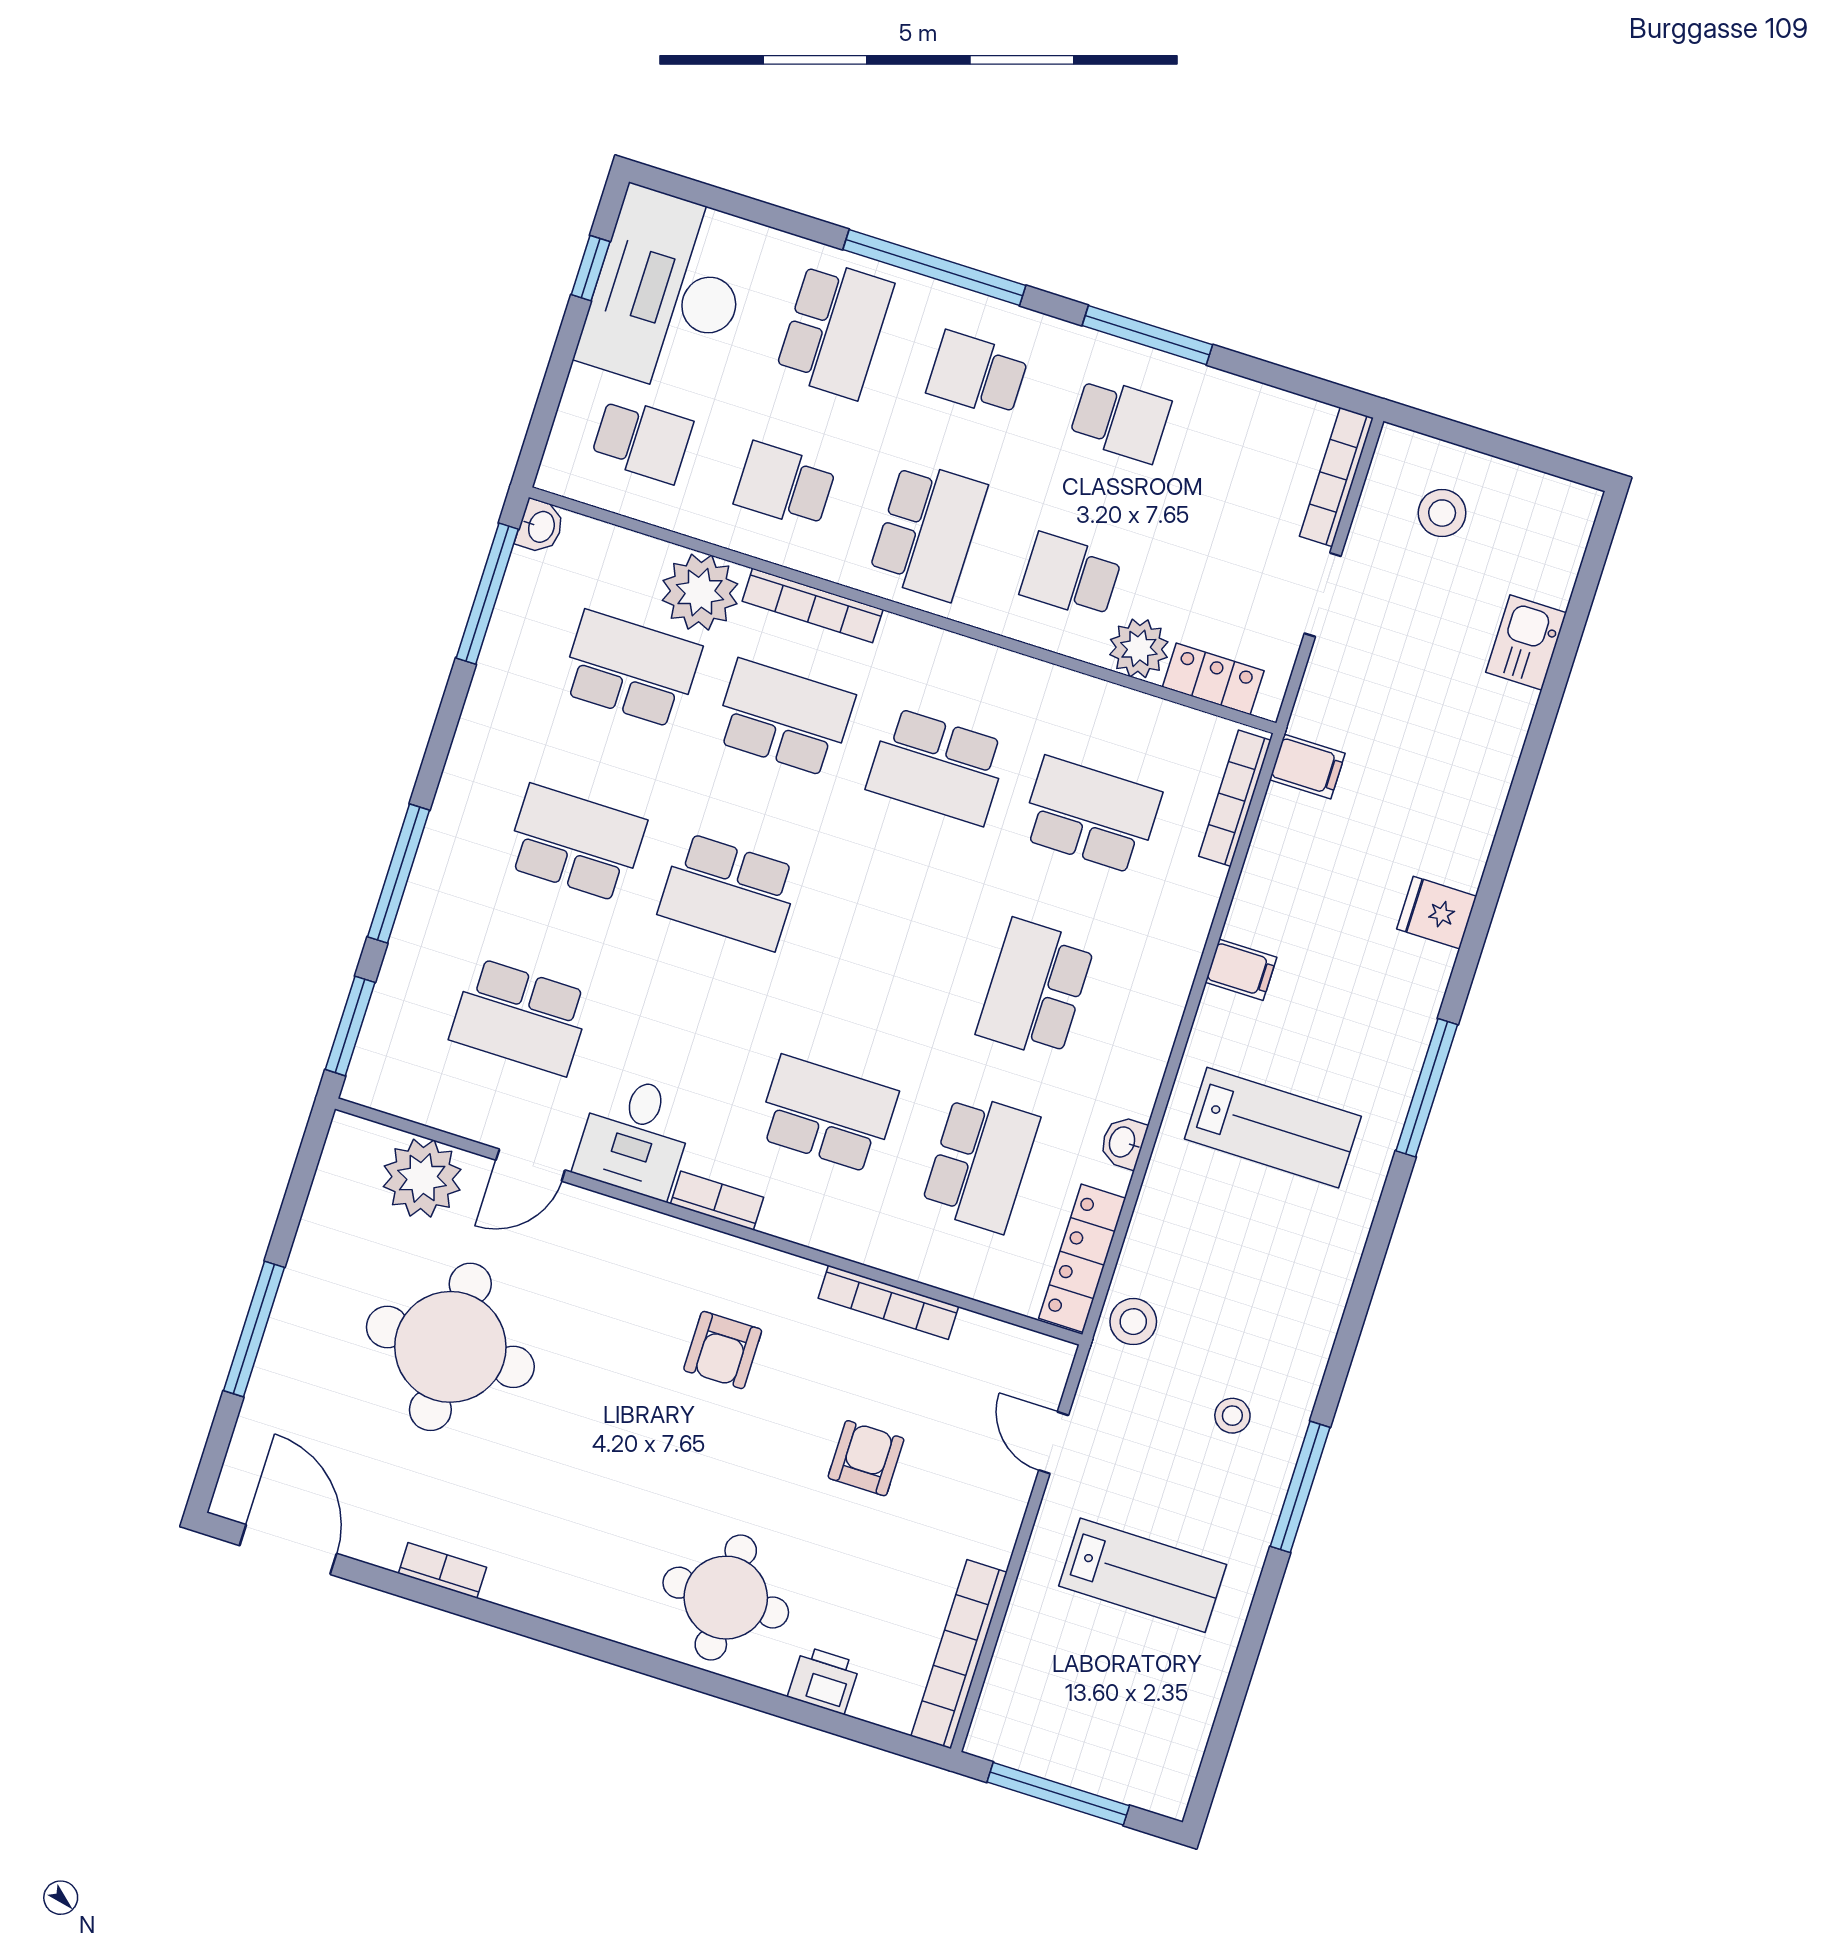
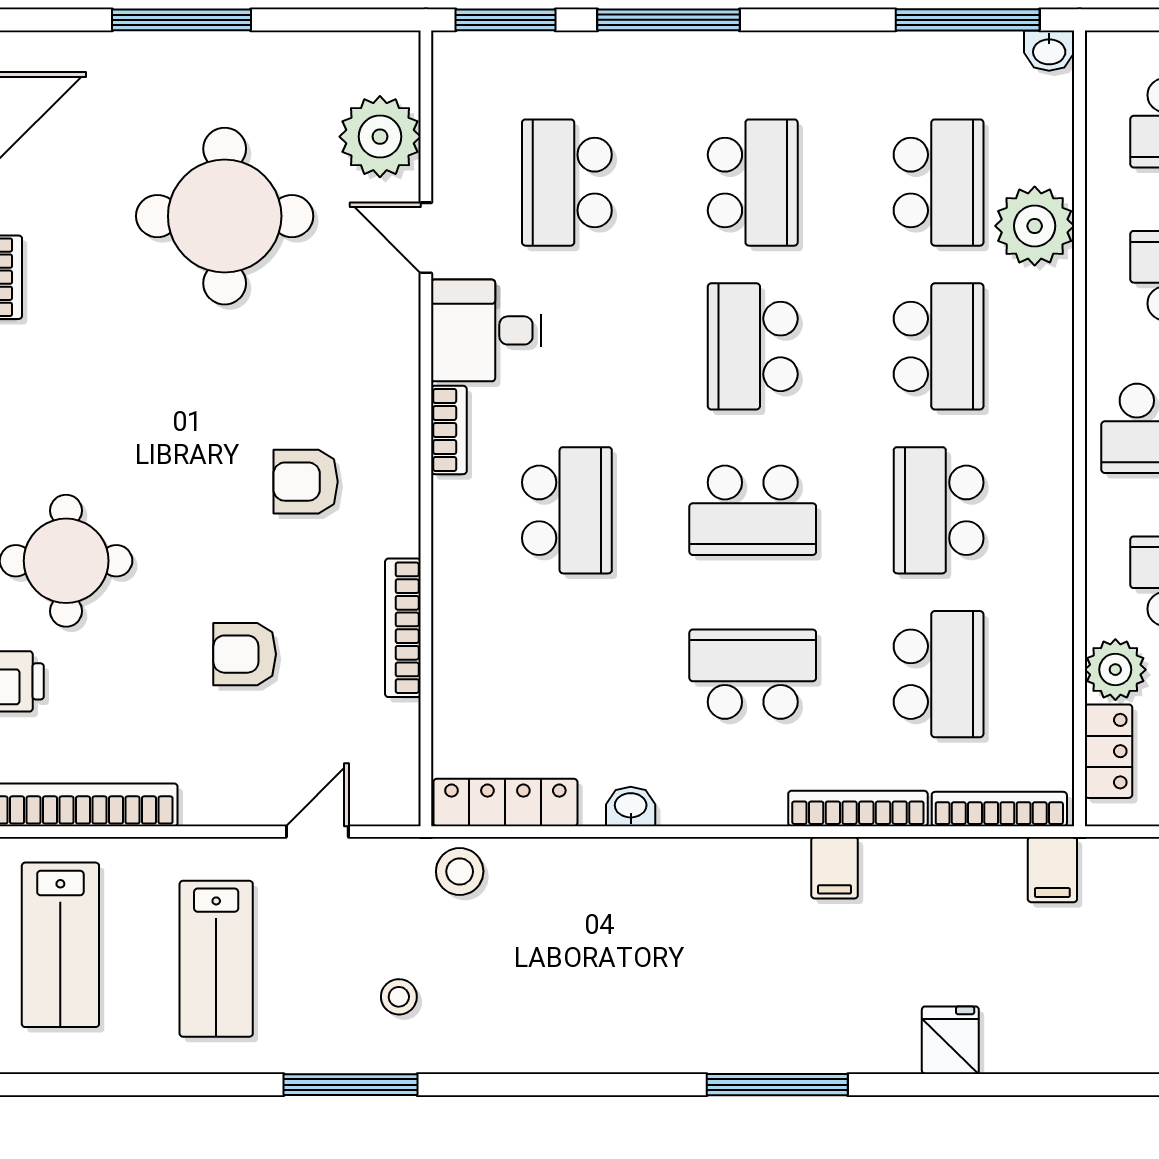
bookcase: (813, 605) -> (858, 808), moved, turned 90
lab bench: (1273, 1128) -> (60, 945), moved
school desk: (980, 1163) -> (753, 510), moved
armchair: (866, 1458) -> (245, 654), turned 180

